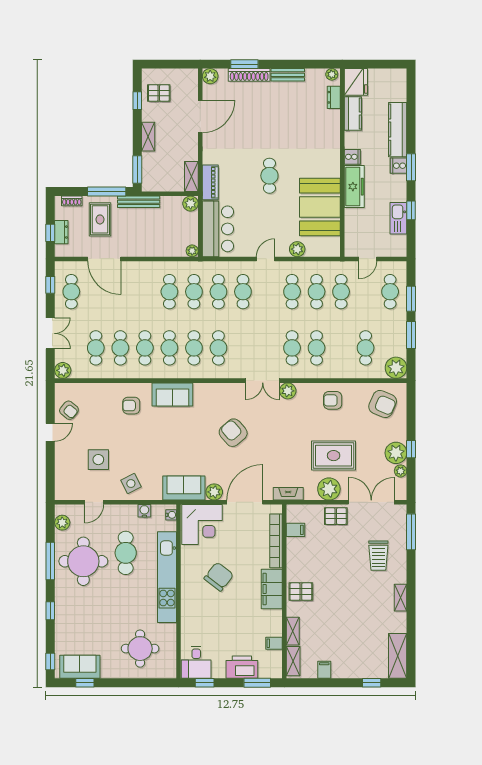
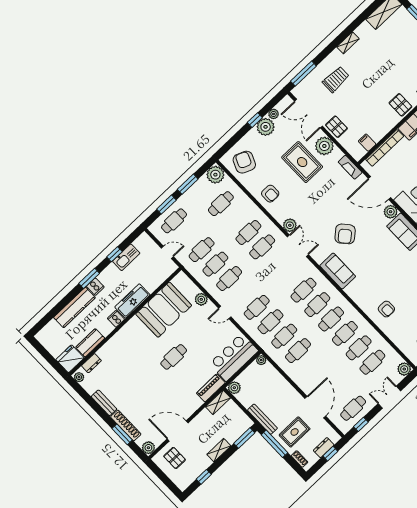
pallet: (159, 93) -> (175, 458), moved
sofa: (172, 395) -> (338, 271), moved

